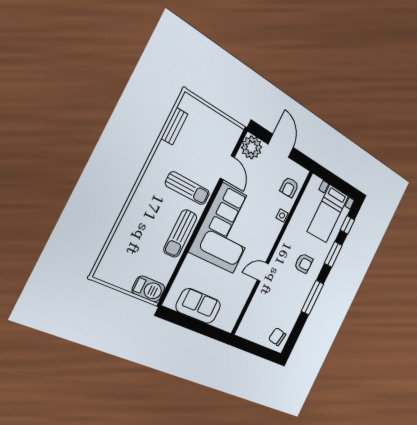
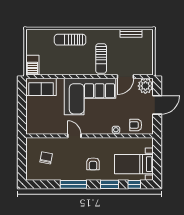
sun lounger: (180, 233) -> (70, 40), moved
sofa: (198, 306) -> (41, 87), moved, turned 90
chair: (277, 337) -> (46, 158), moved

